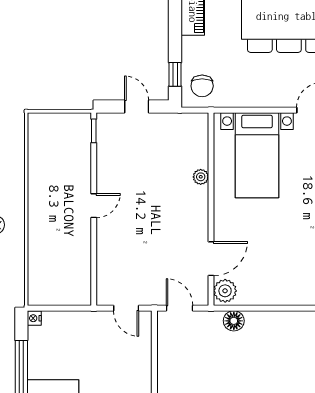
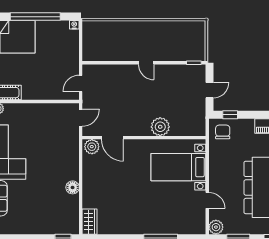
chair: (202, 86) -> (223, 132), turned 90
plant: (201, 177) -> (160, 127), width x1.88, depth x1.88
floor lamp: (234, 321) -> (73, 187), moved

